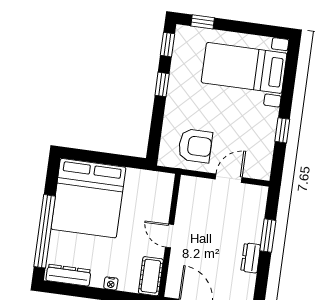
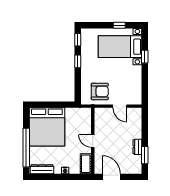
window: (203, 22) -> (119, 25), moved
window: (282, 130) -> (145, 57), moved
door: (229, 178) -> (120, 106), swing flipped
window: (268, 236) -> (145, 155), moved

